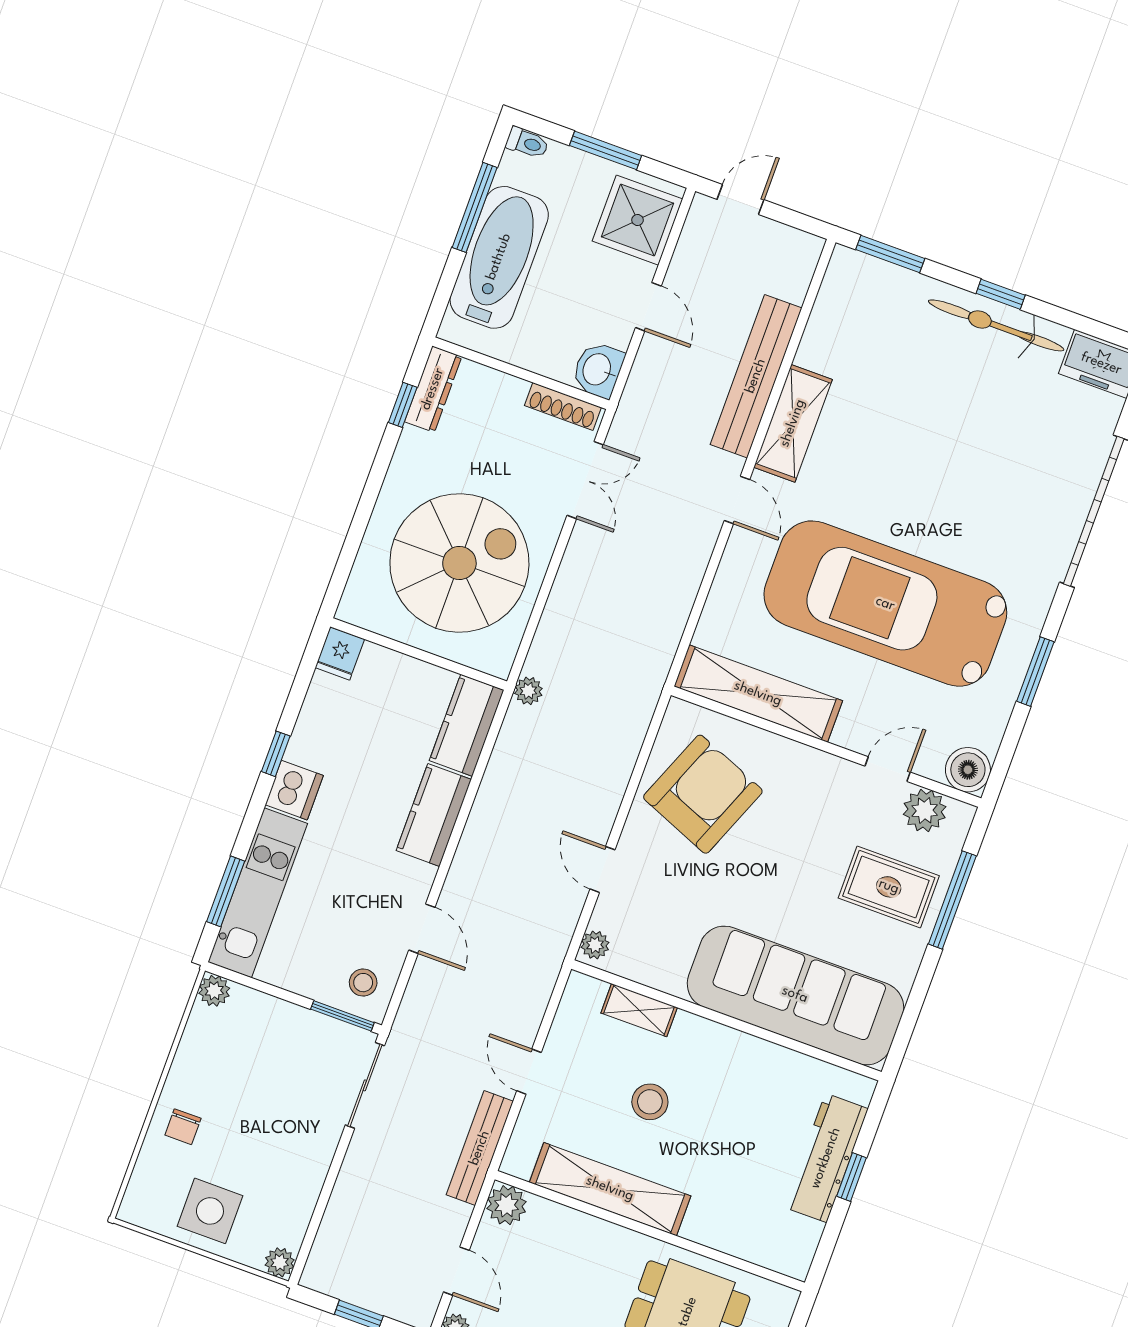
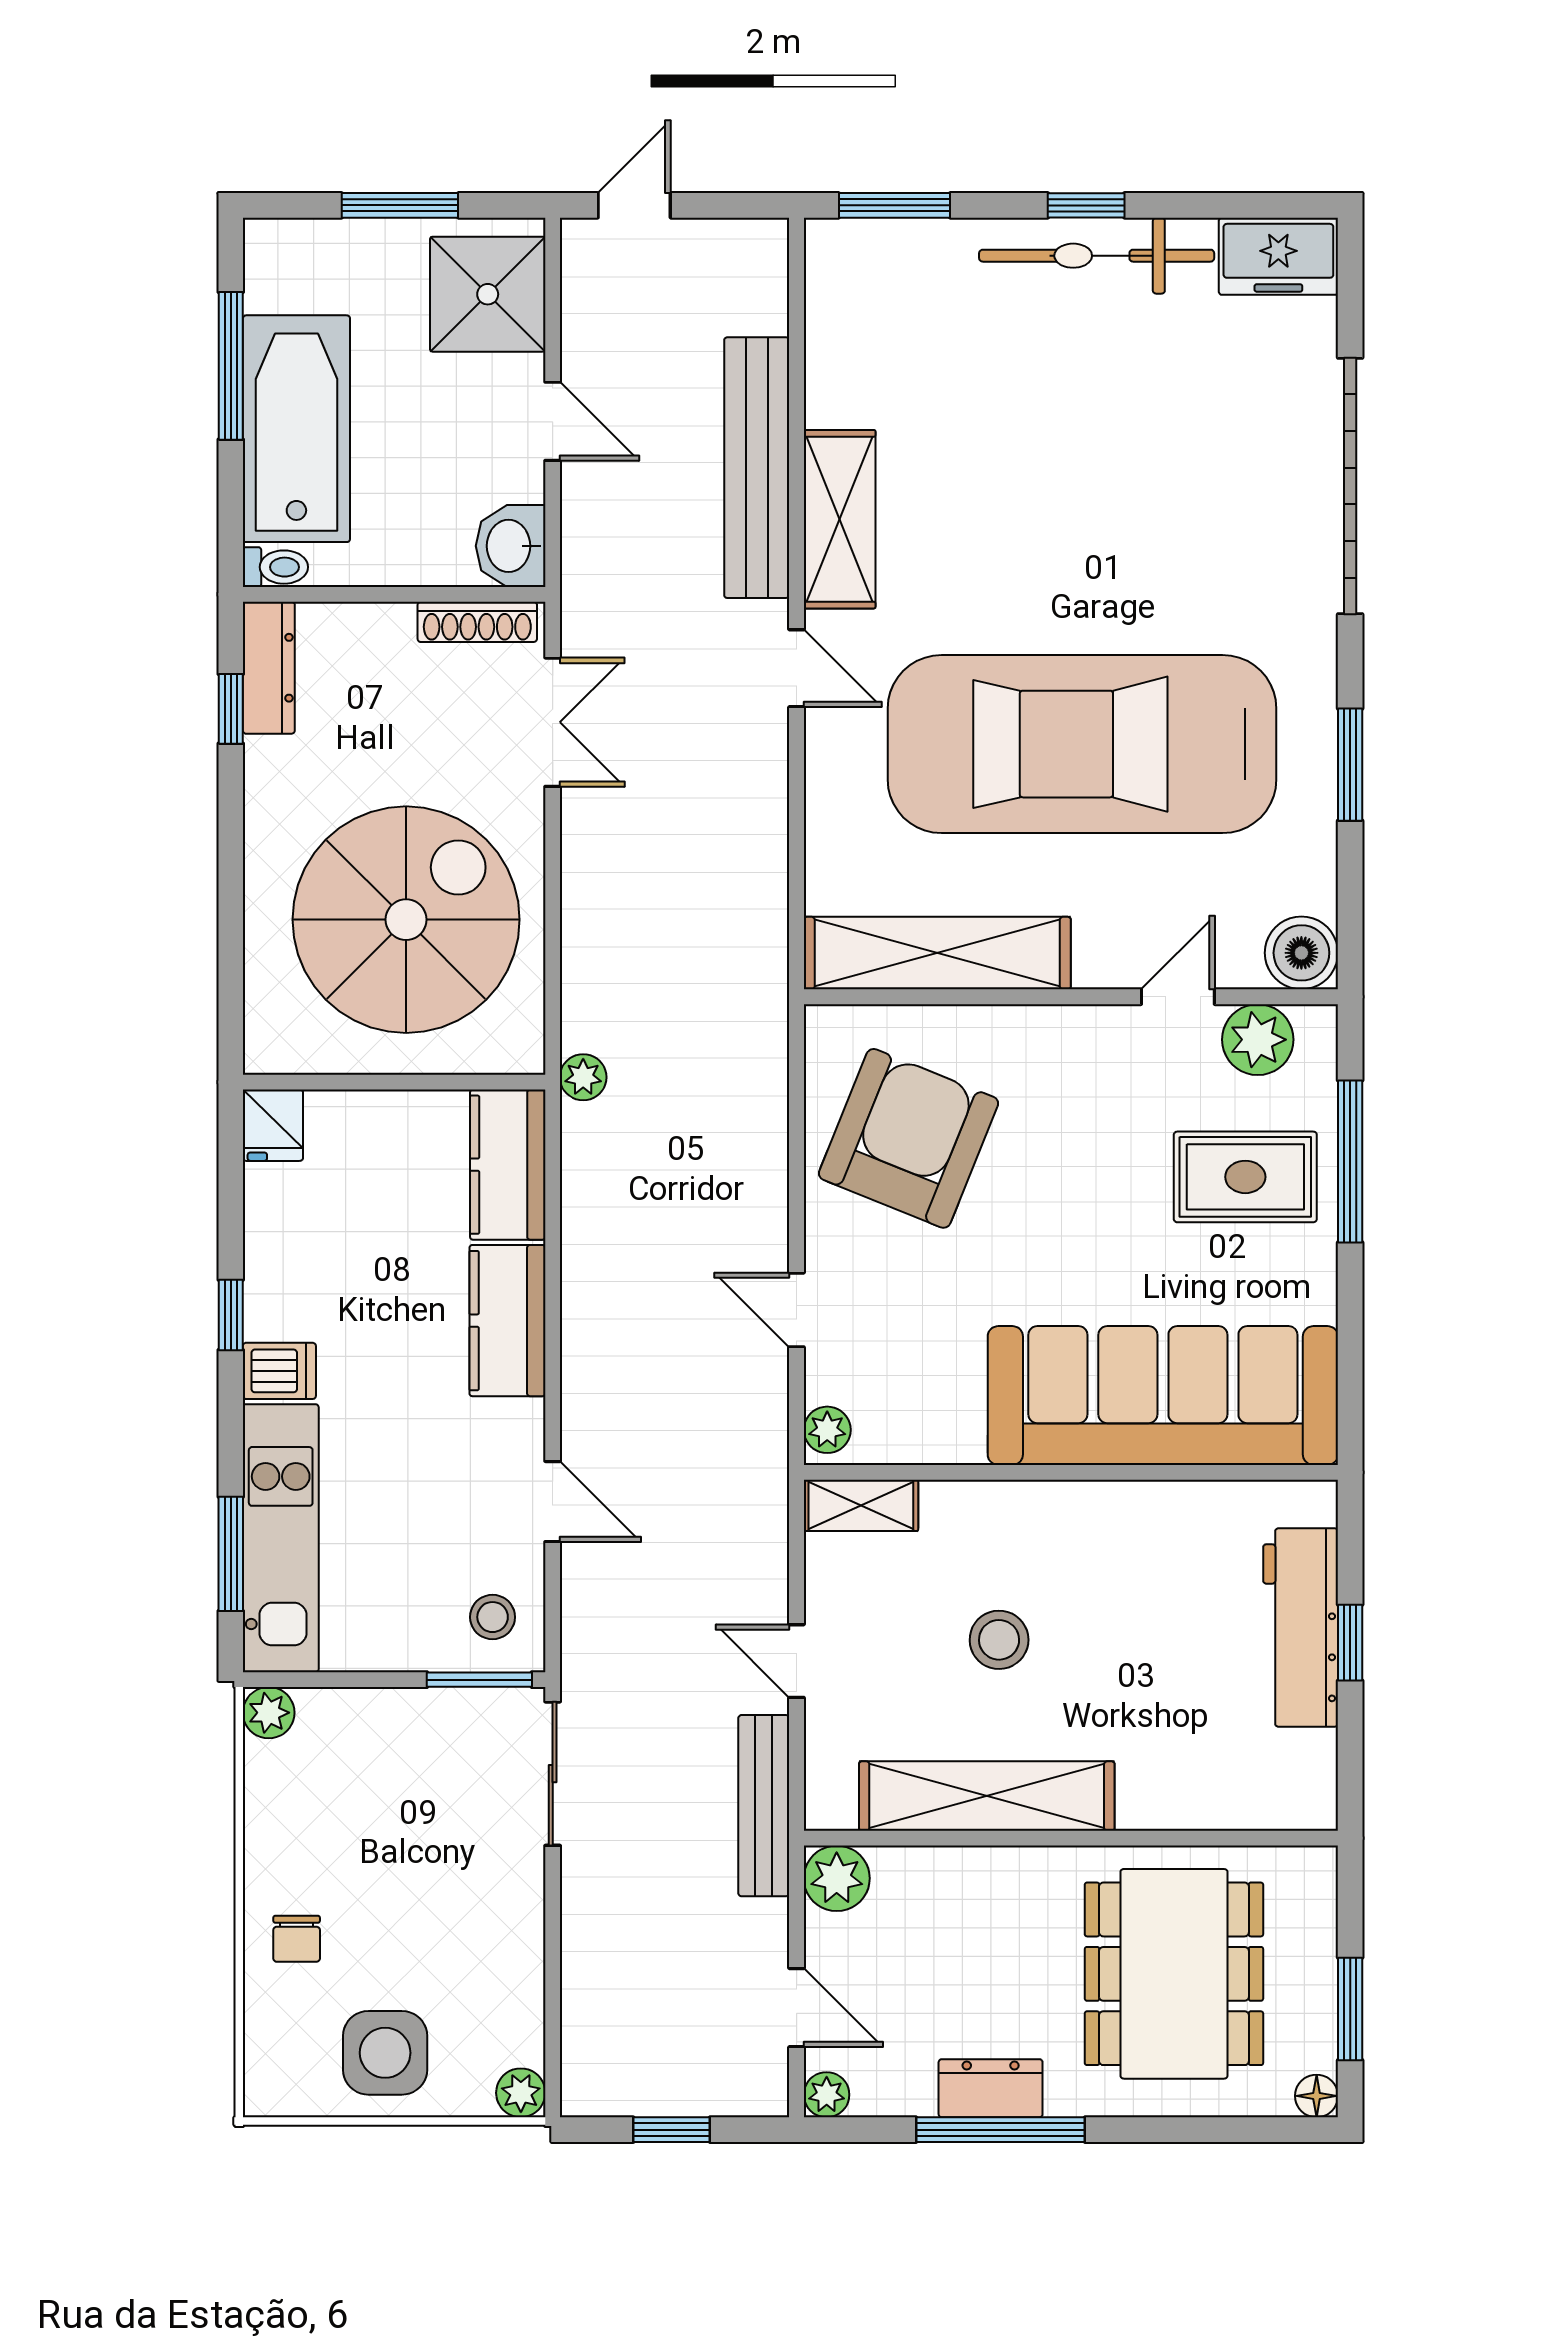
toilet: (527, 143) -> (275, 567), moved
dishwasher: (294, 790) -> (279, 1371), width x0.73
shelving: (639, 1010) -> (861, 1505), moved

